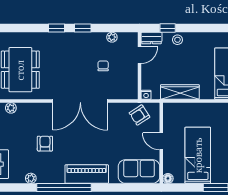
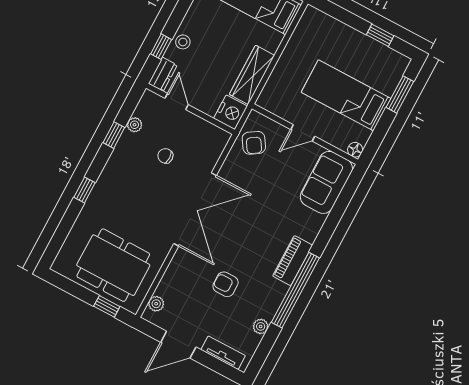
window: (83, 28) -> (114, 135), moved
nightstand: (146, 95) -> (231, 112), width x1.89, depth x1.79
piano: (87, 174) -> (293, 261), width x0.73, depth x0.75

